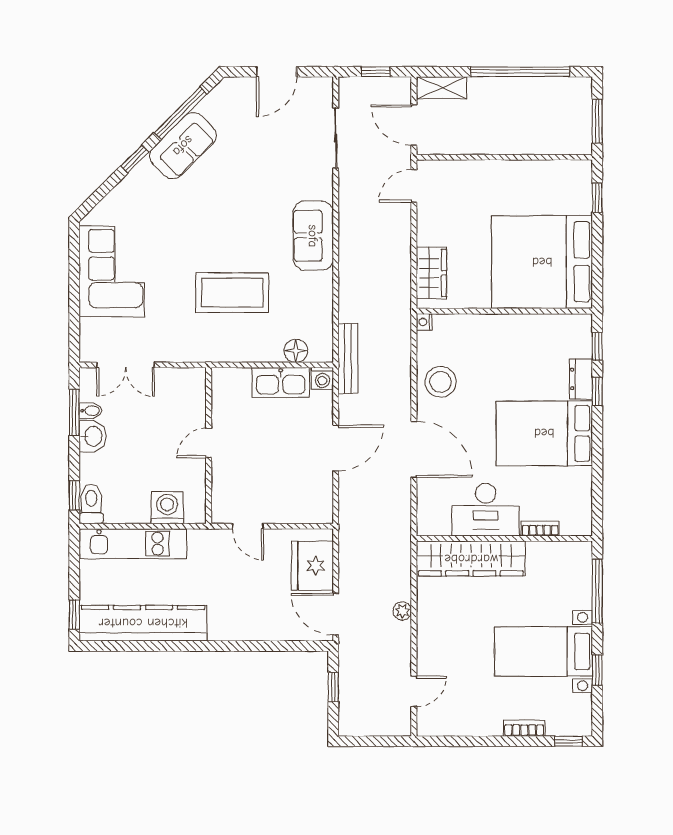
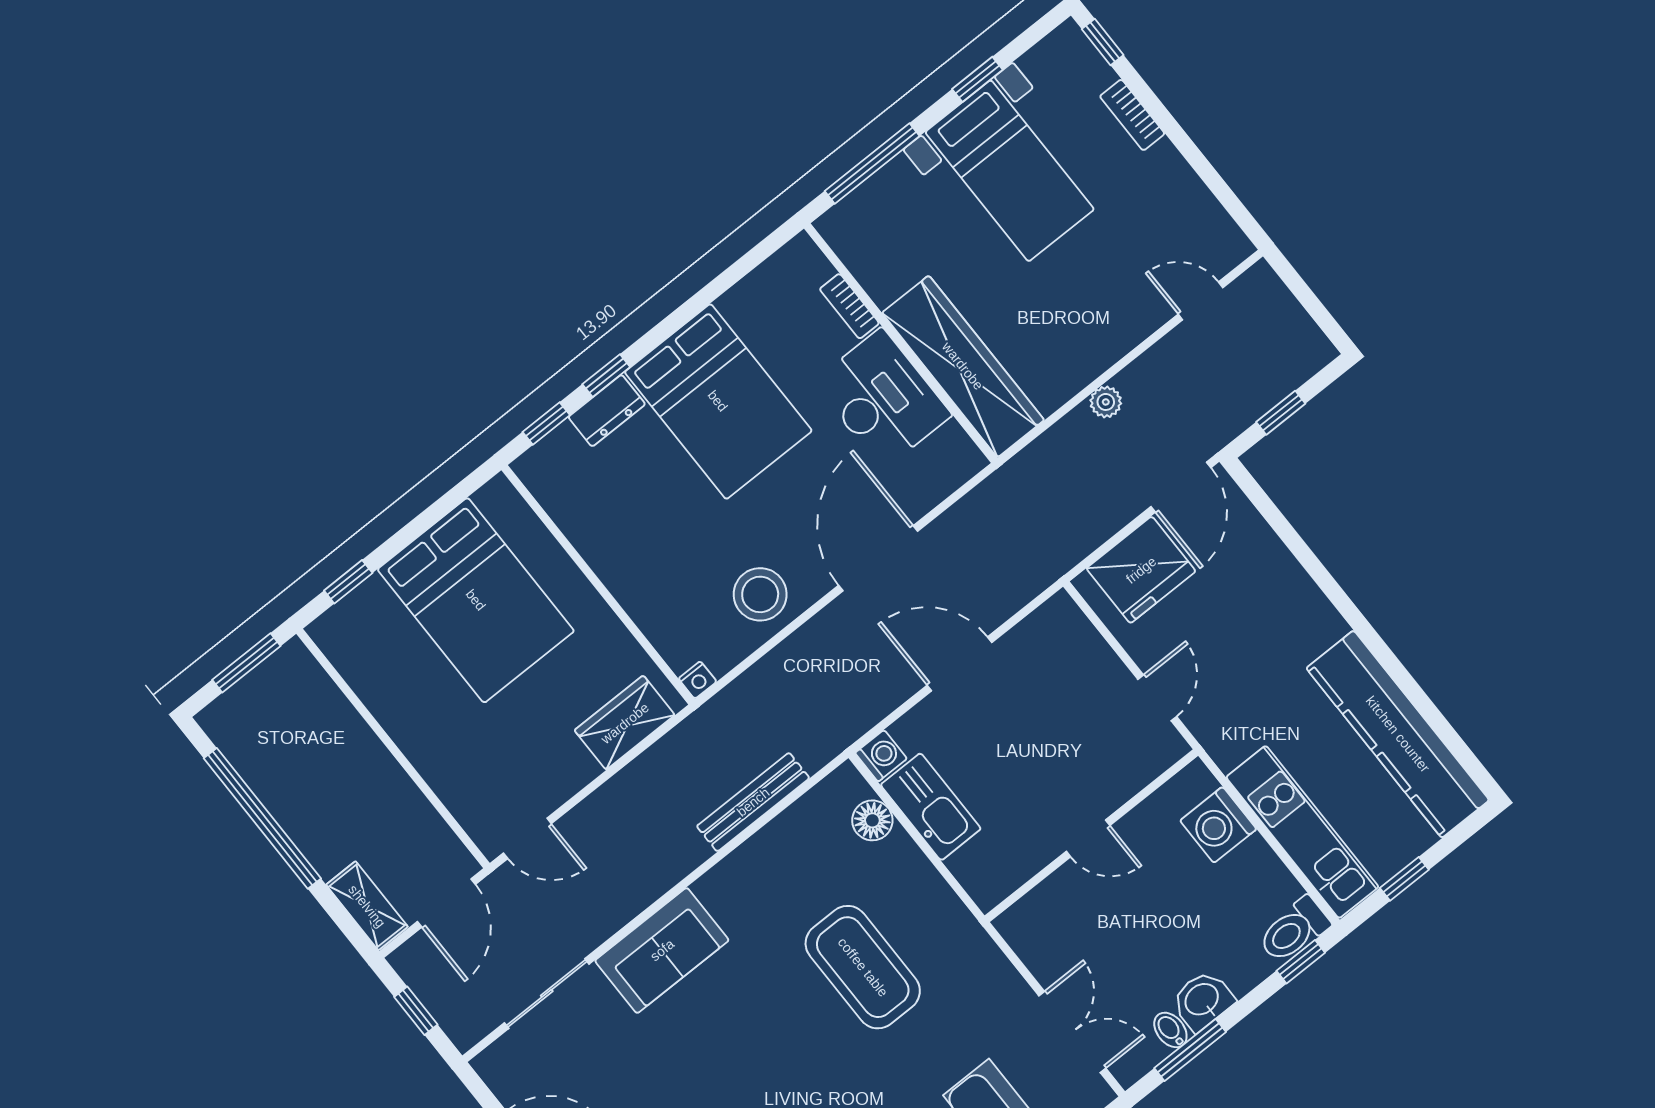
sofa: (313, 236) -> (662, 950), moved
bed: (542, 262) -> (476, 600), width x0.73
bench: (348, 359) -> (753, 802), moved
window: (74, 614) -> (1404, 879), moved

